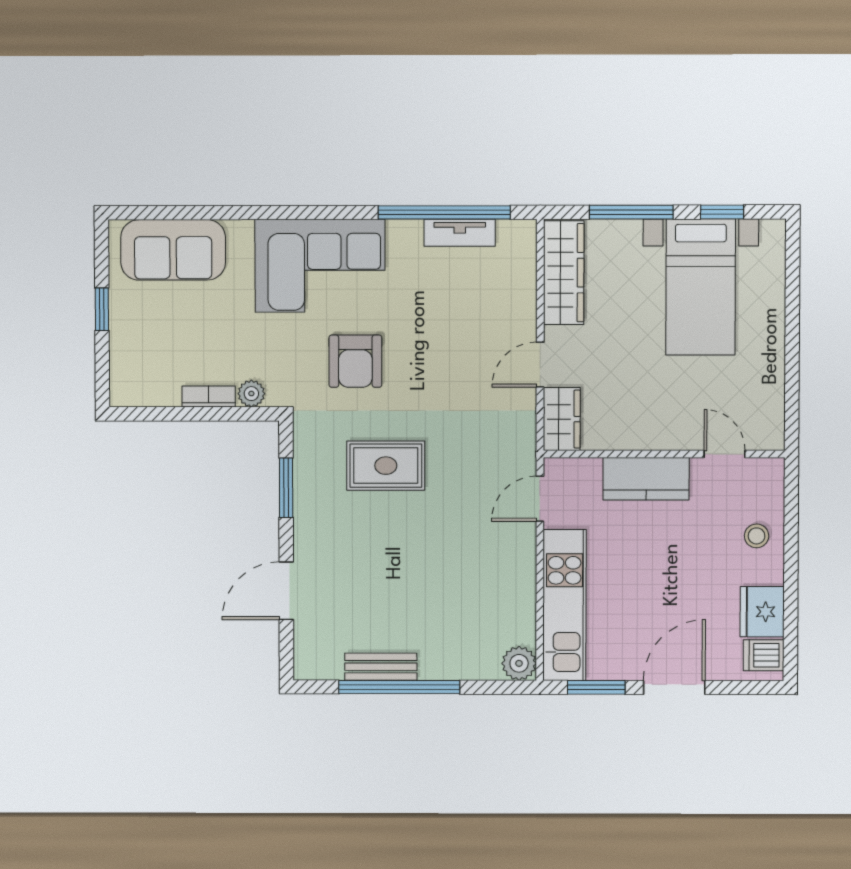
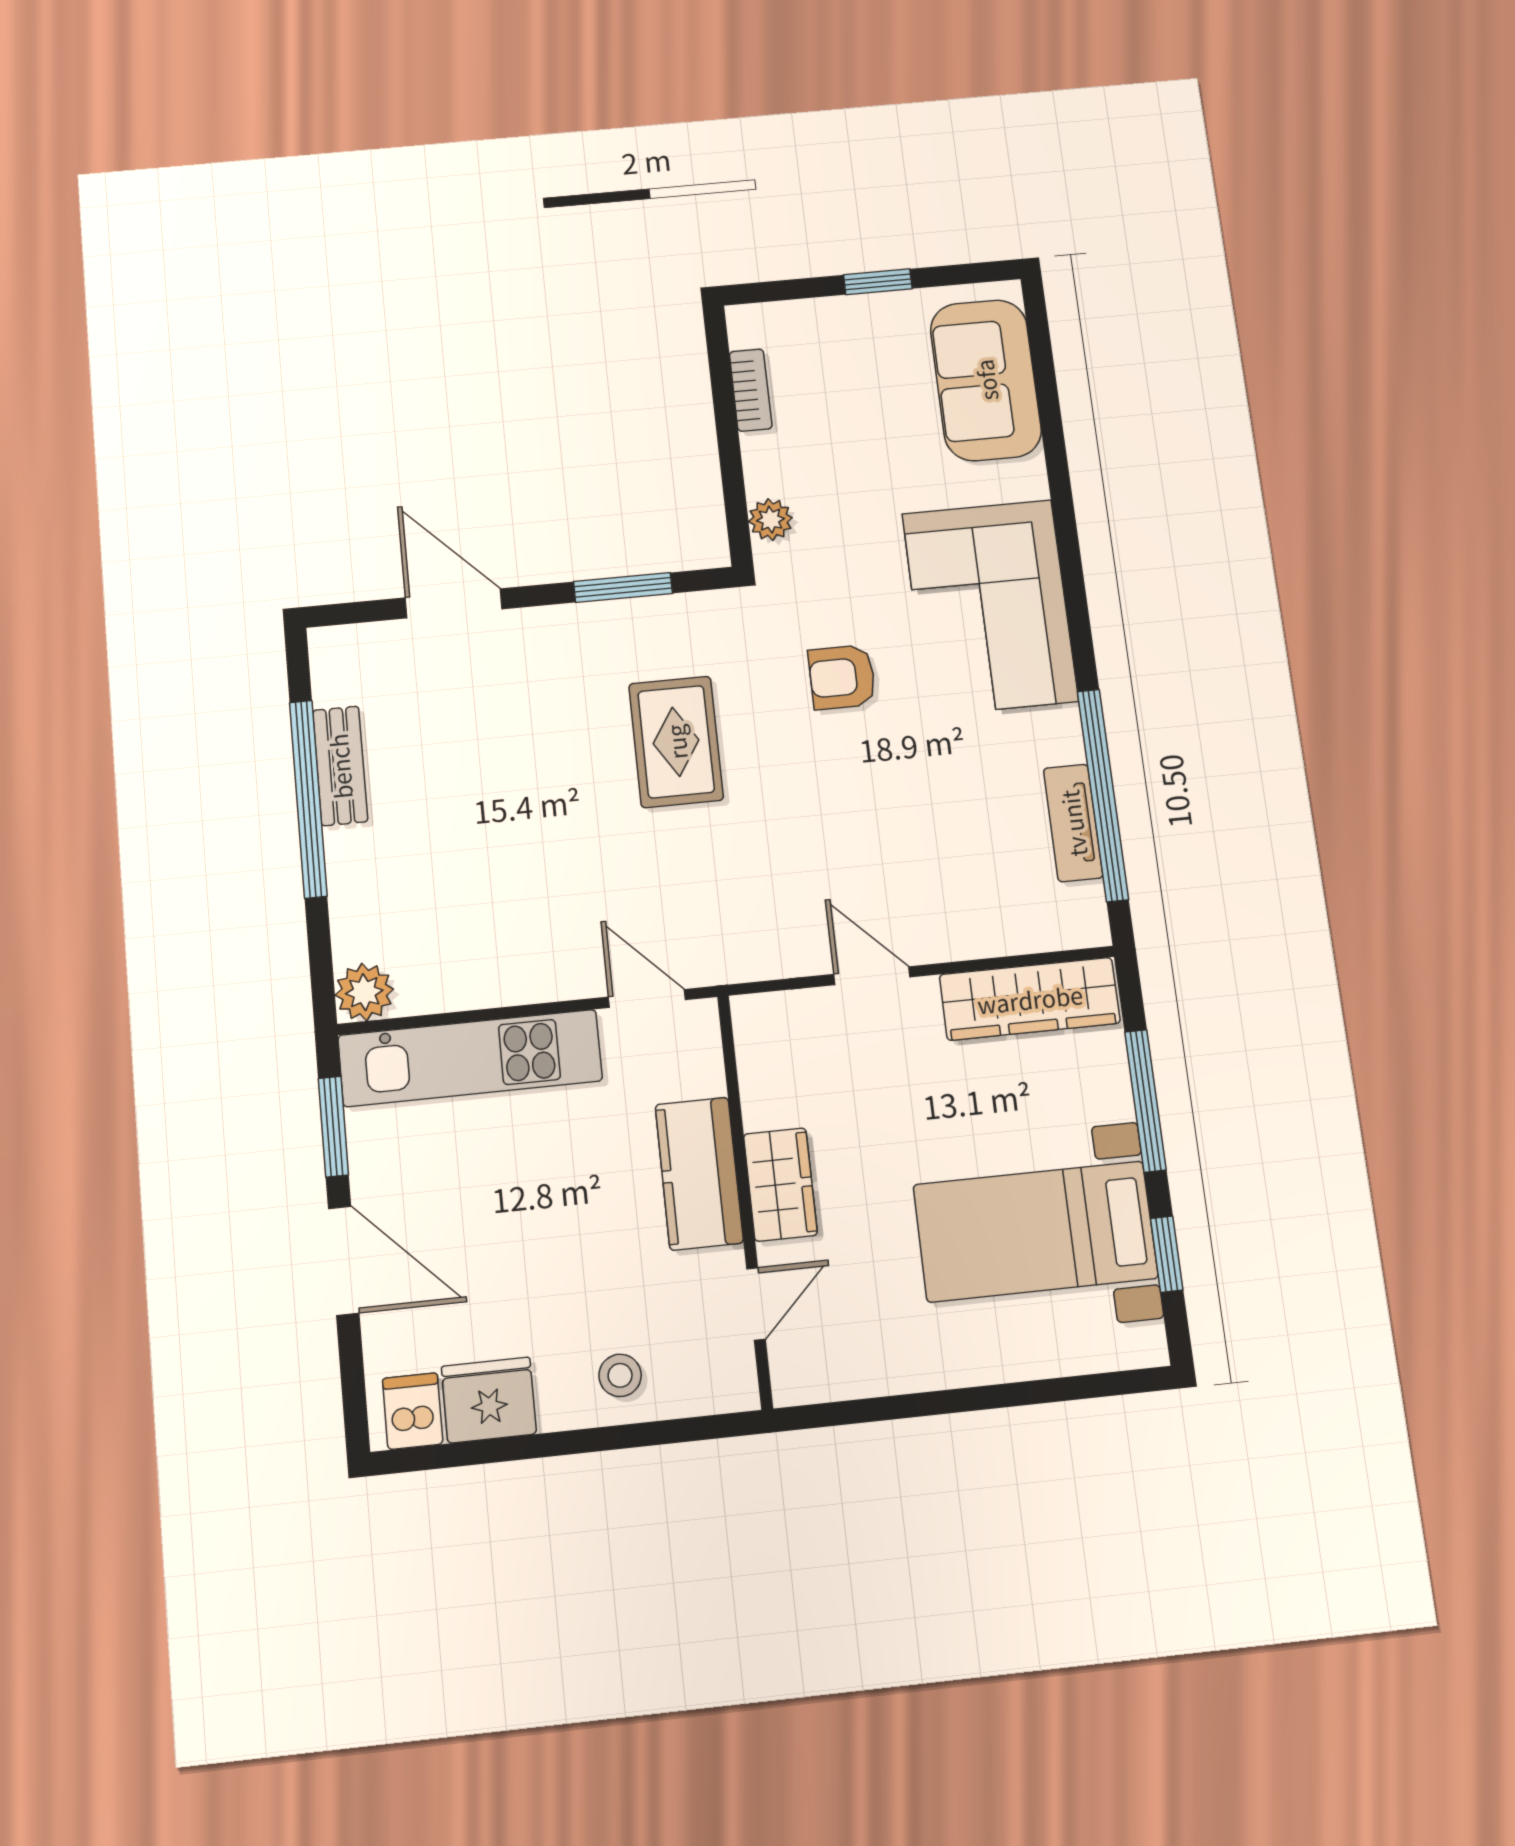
armchair: (355, 361) -> (842, 677), width x0.72, depth x0.72
bookcase: (209, 397) -> (751, 390), moved
wardrobe: (562, 419) -> (780, 1184), moved, turned -90

